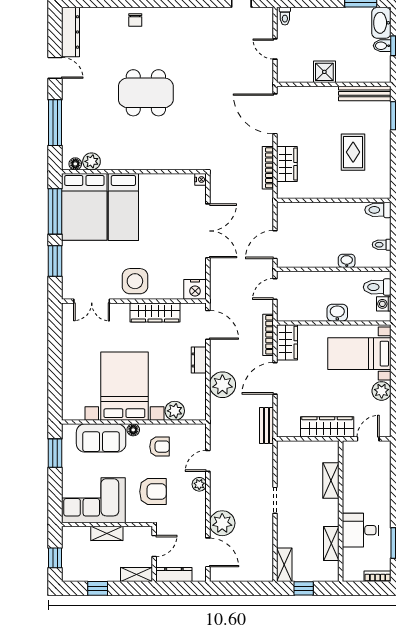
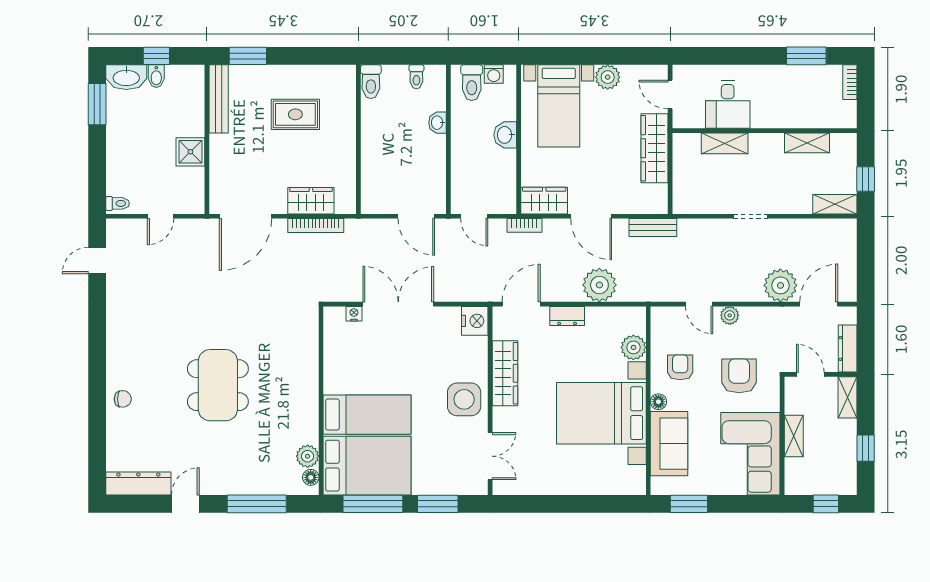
nightstand: (201, 179) -> (354, 314), moved
bookcase: (268, 335) -> (524, 225), width x0.64
desk: (361, 530) -> (728, 105), moved

